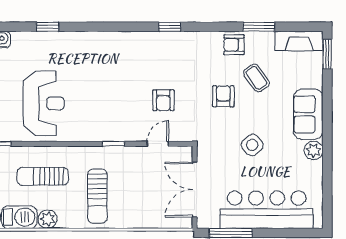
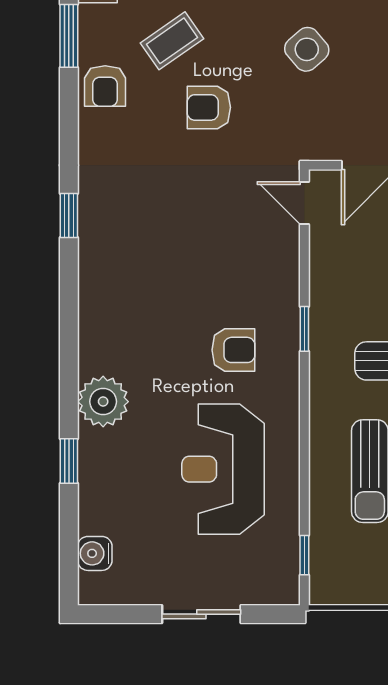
plant: (77, 44) -> (103, 402), added
armchair: (163, 100) -> (233, 350), moved
reception desk: (44, 103) -> (223, 469), turned -90
door: (158, 144) -> (304, 203), moved

